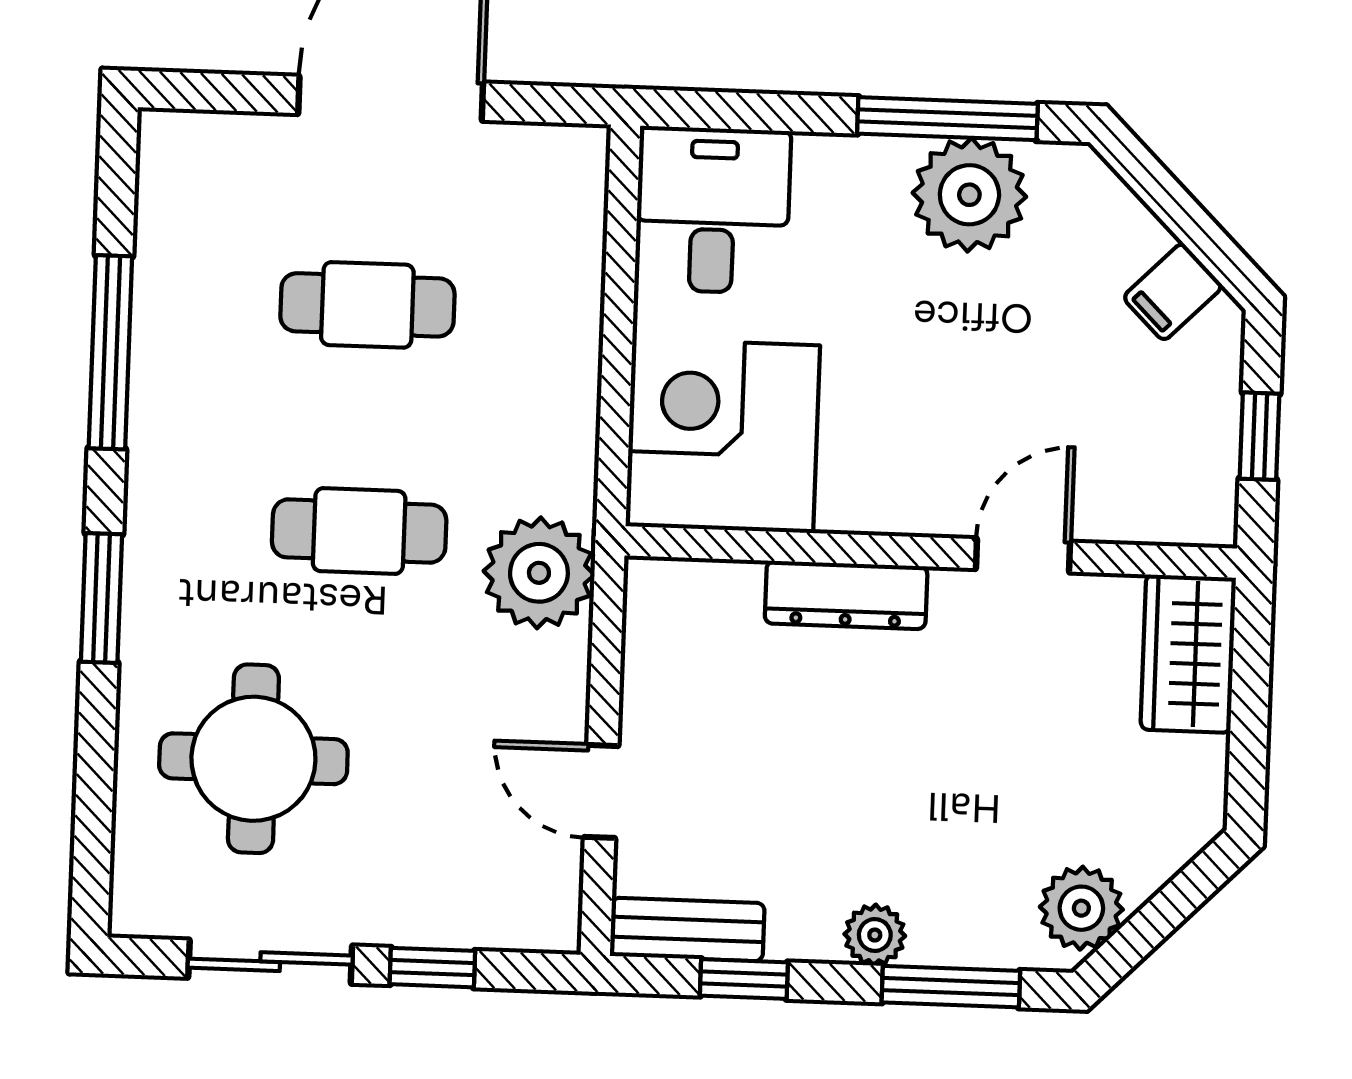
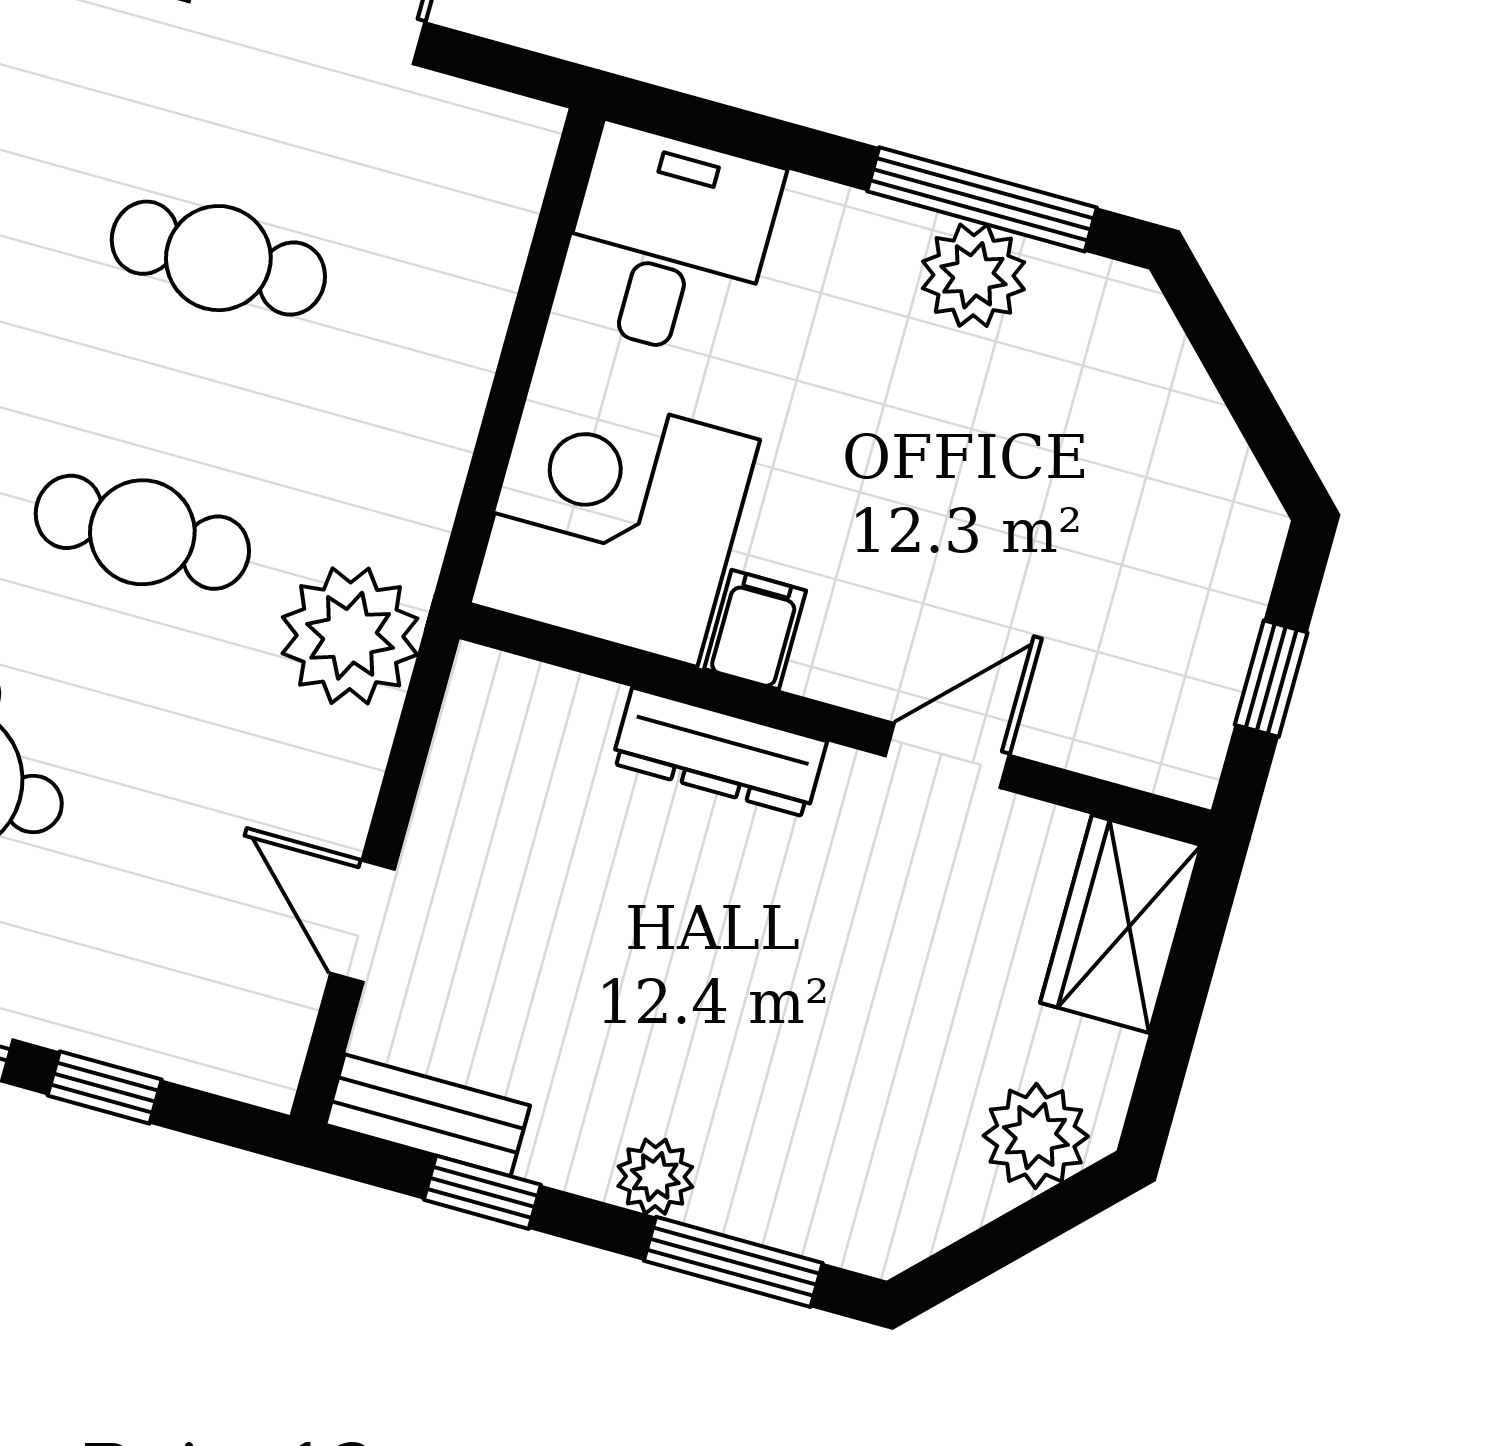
plant: (969, 195) -> (973, 275), width x0.73, depth x0.73
filing cabinet: (1173, 292) -> (755, 630), moved, turned 135
plant: (1081, 908) -> (1036, 1136), moved

